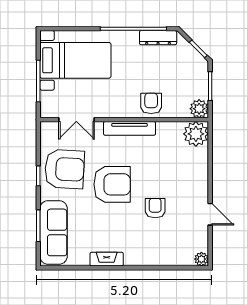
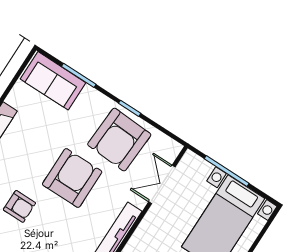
armchair: (112, 184) -> (72, 178), turned 180
sofa: (54, 232) -> (53, 81), width x0.73

